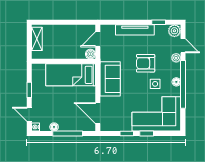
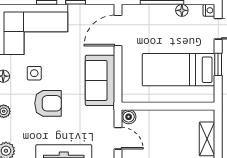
door: (98, 39) -> (118, 138), hinge flipped
bed: (71, 75) -> (178, 70), moved, turned 180
door: (98, 113) -> (118, 31), swing flipped

